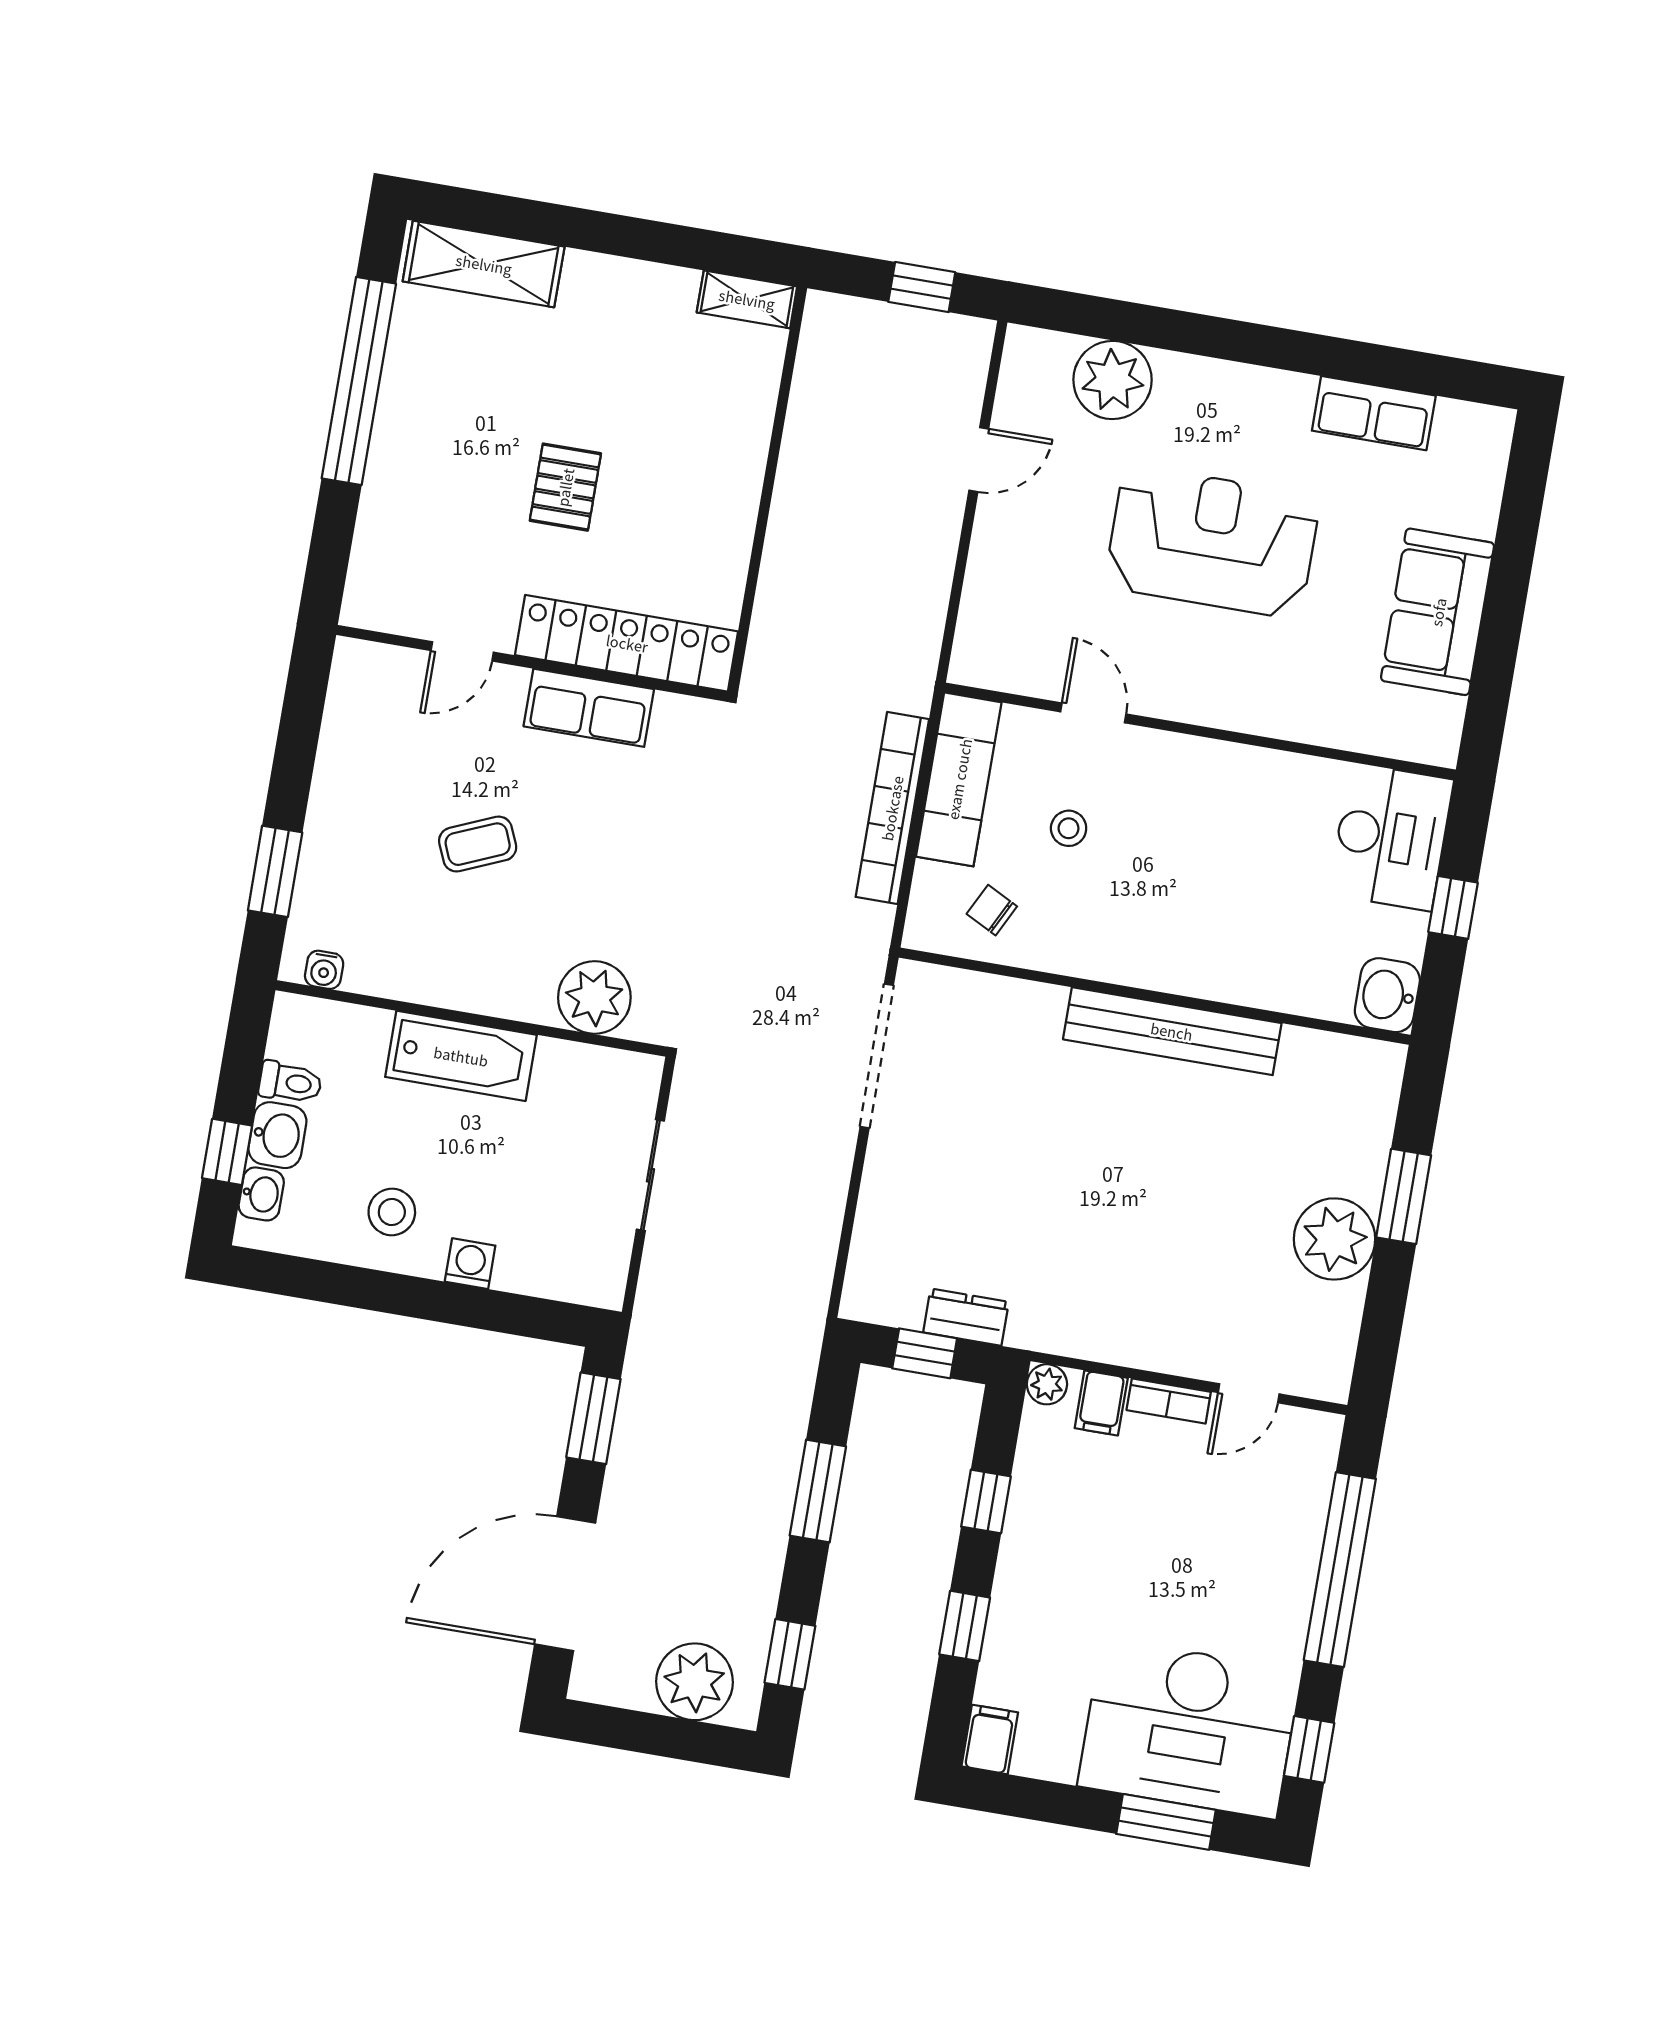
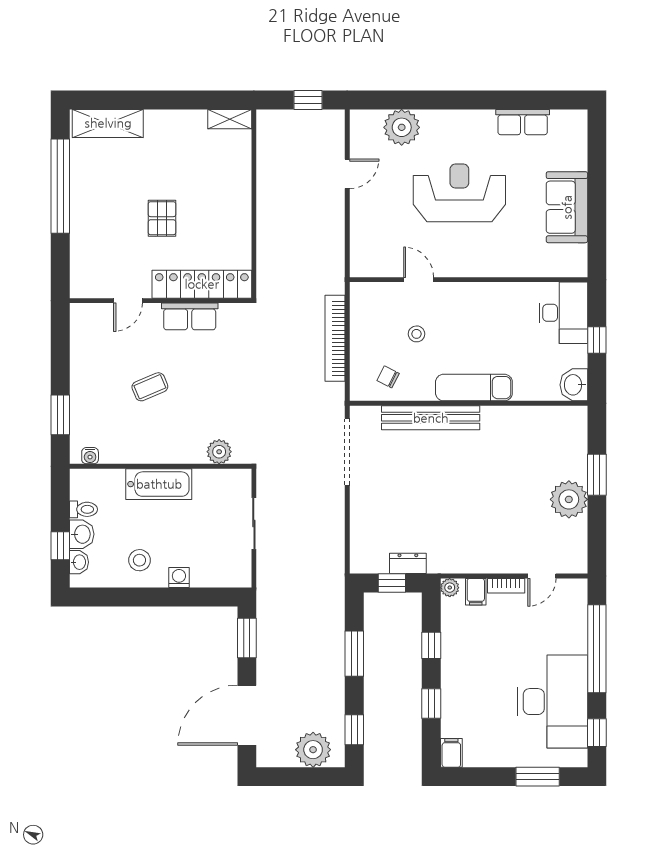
exam couch: (959, 779) -> (474, 388), moved, turned -90
plant: (594, 997) -> (219, 452), width x0.73, depth x0.73
bench: (1172, 1031) -> (431, 418), moved
desk: (1189, 1728) -> (553, 702), moved, turned -90

